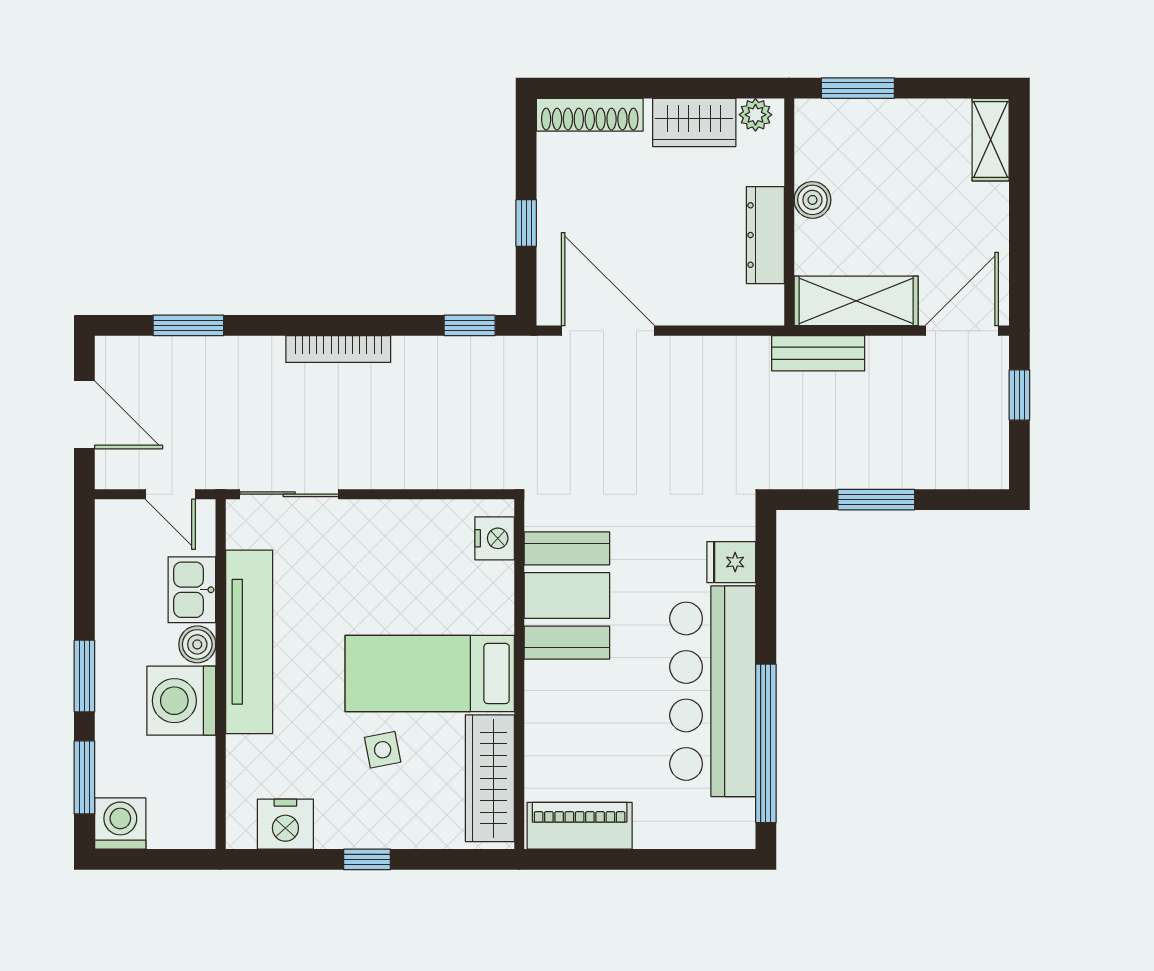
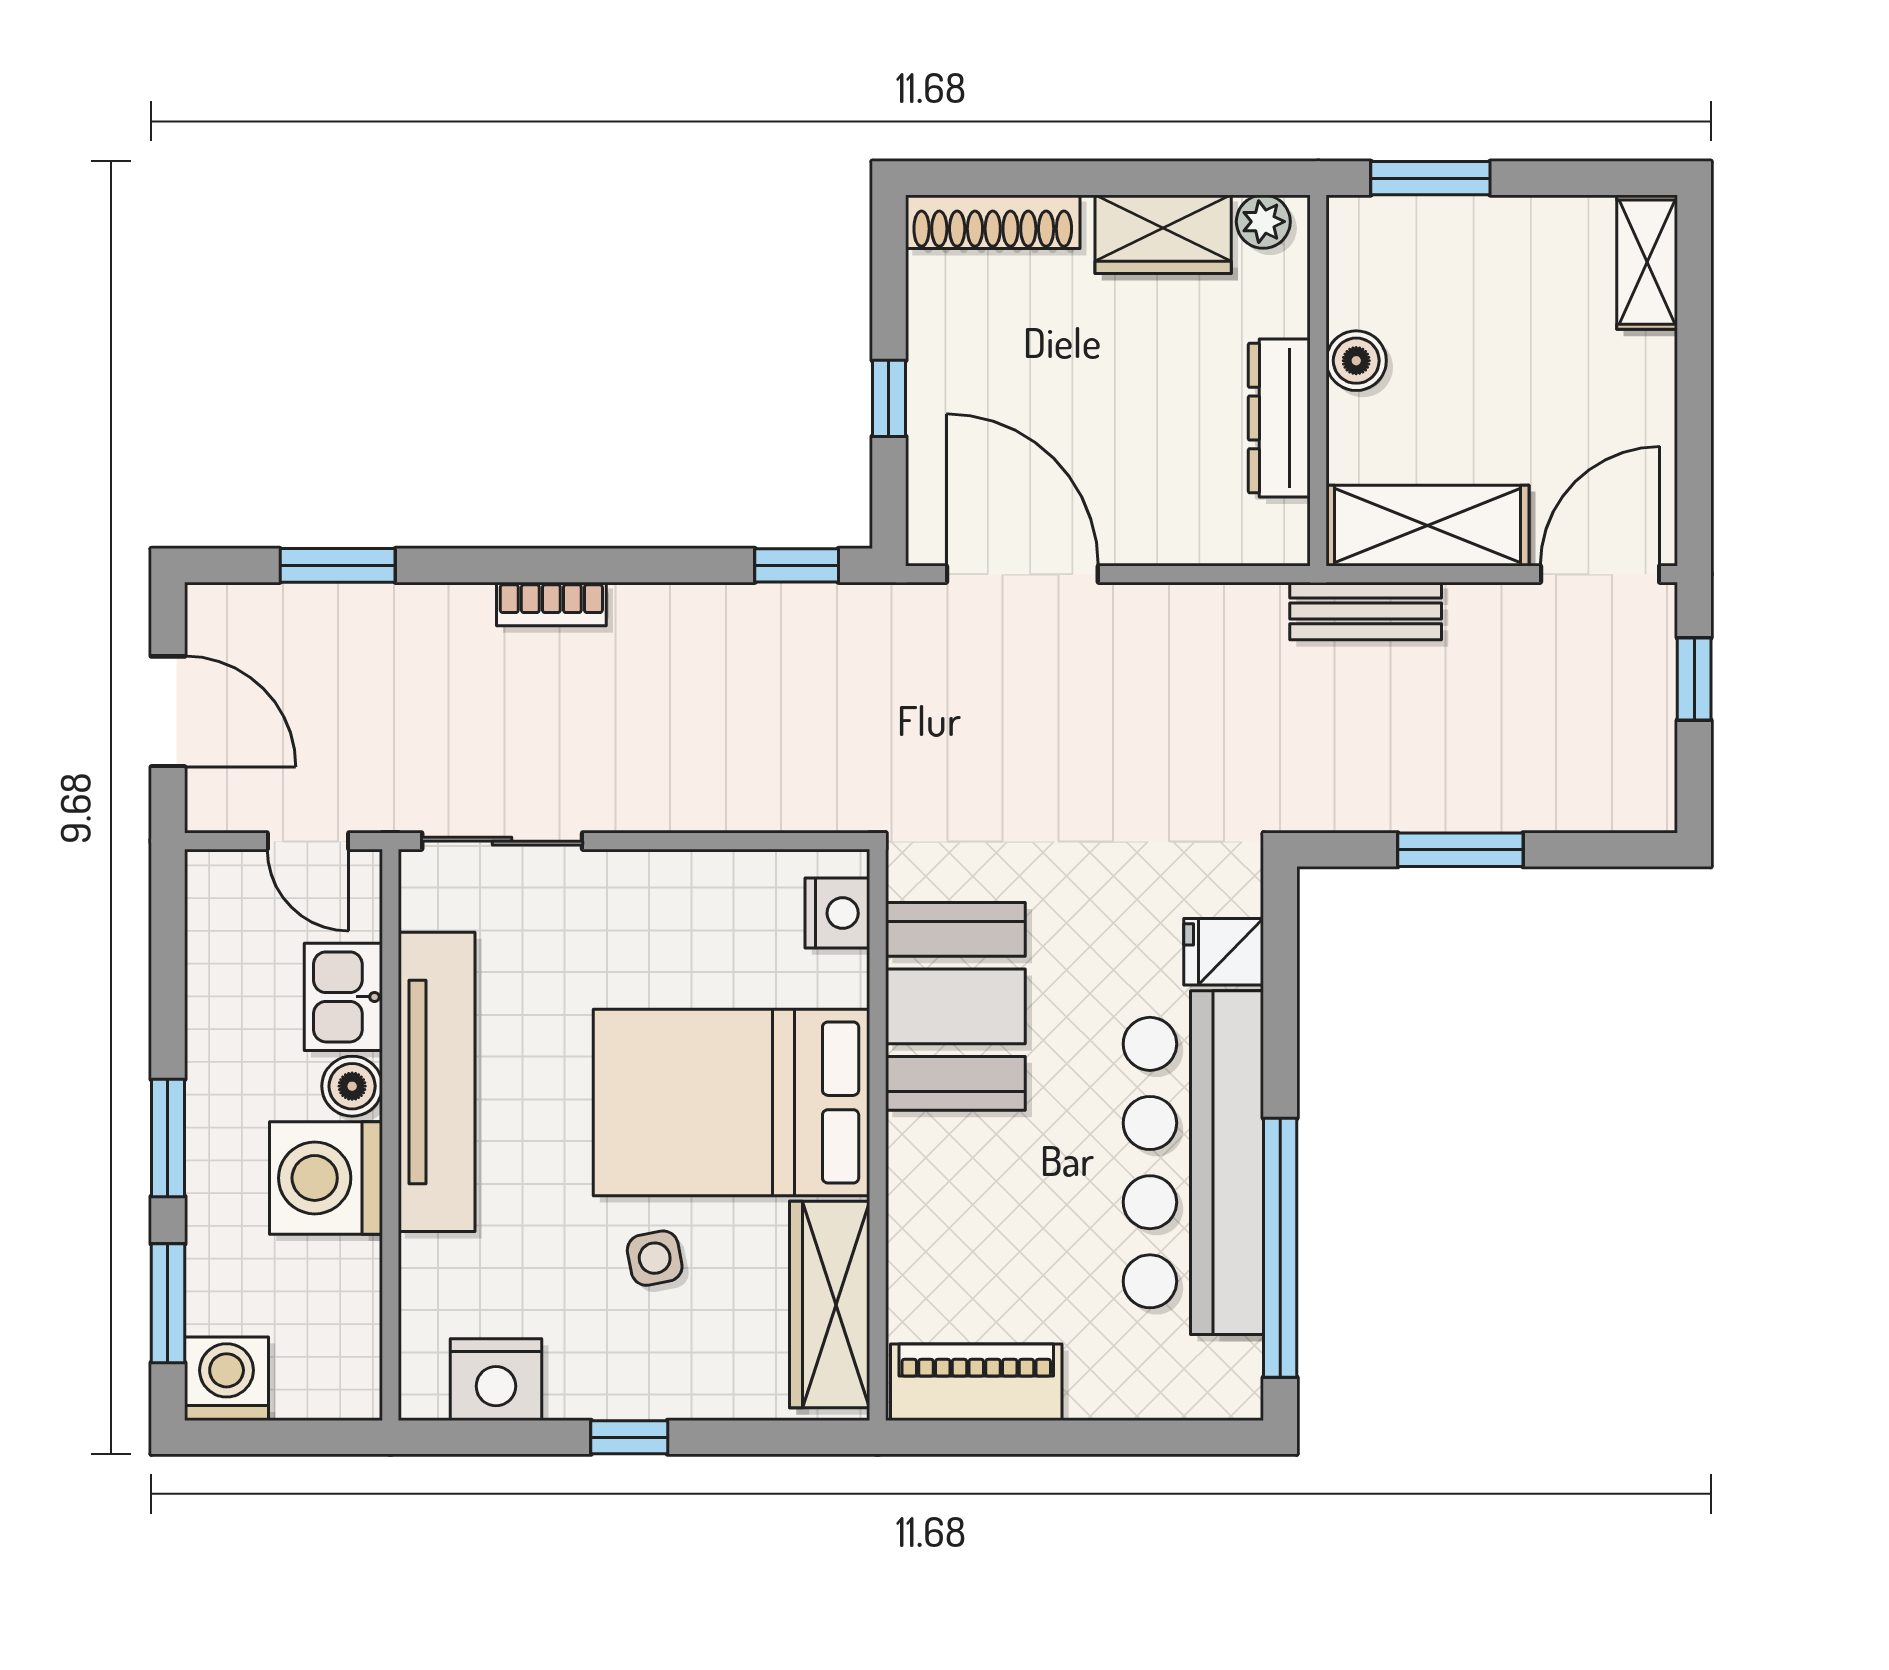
bookcase: (338, 349) -> (551, 604), width x0.64
bed: (430, 673) -> (731, 1103), width x1.50

